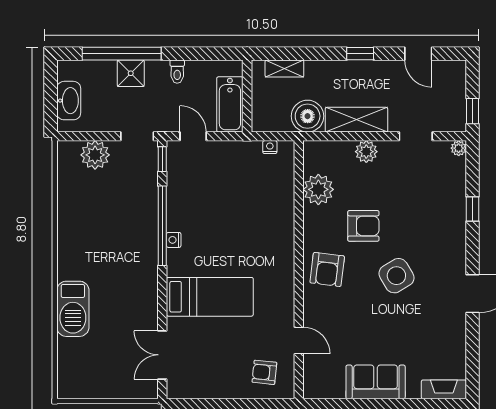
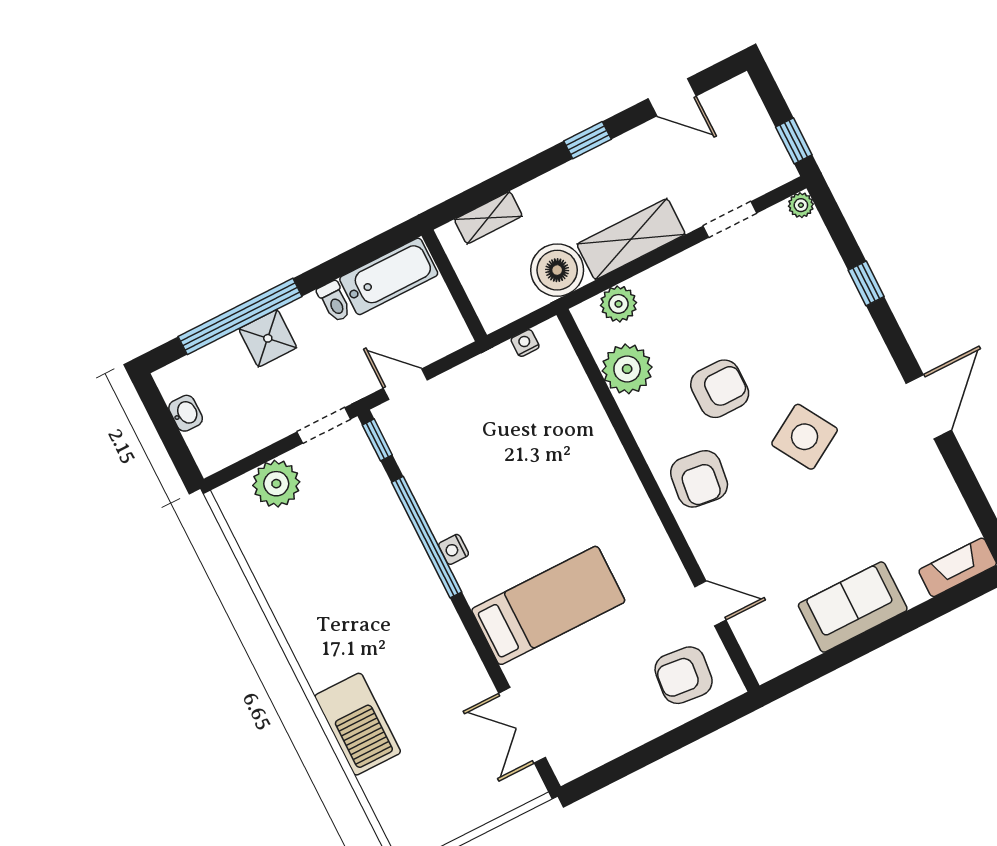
washbasin: (69, 101) -> (186, 413), width x0.52, depth x0.69
bathtub: (230, 104) -> (389, 276), moved, turned -90
plant: (366, 152) -> (618, 304), moved
armchair: (264, 372) -> (684, 675), width x1.38, depth x1.38

